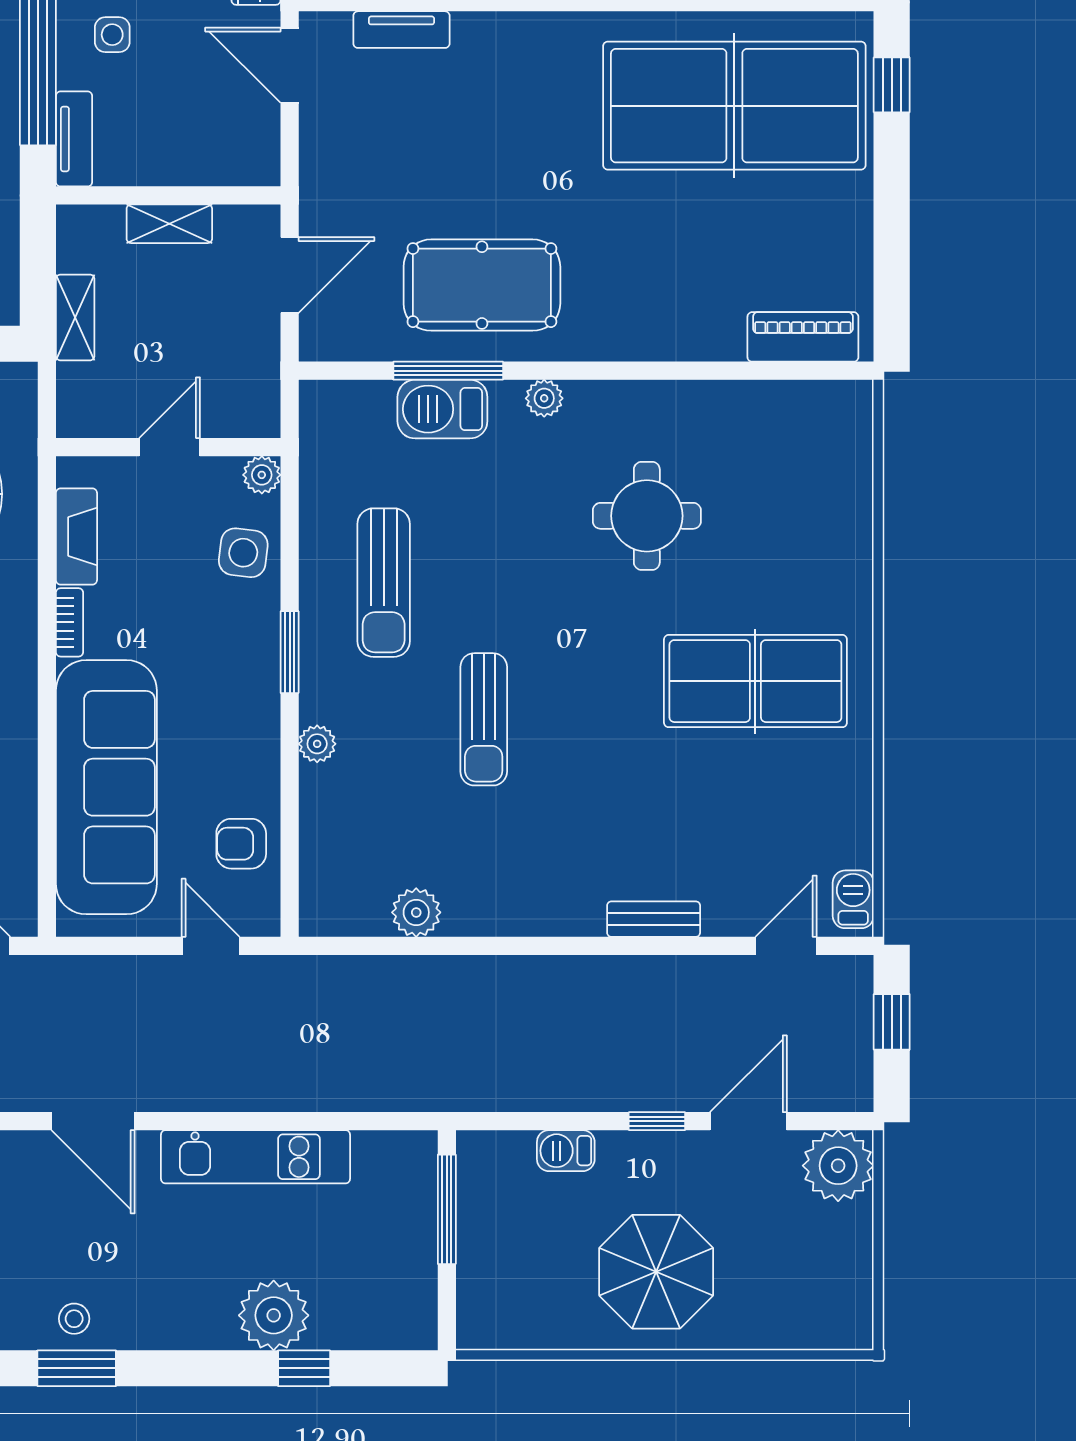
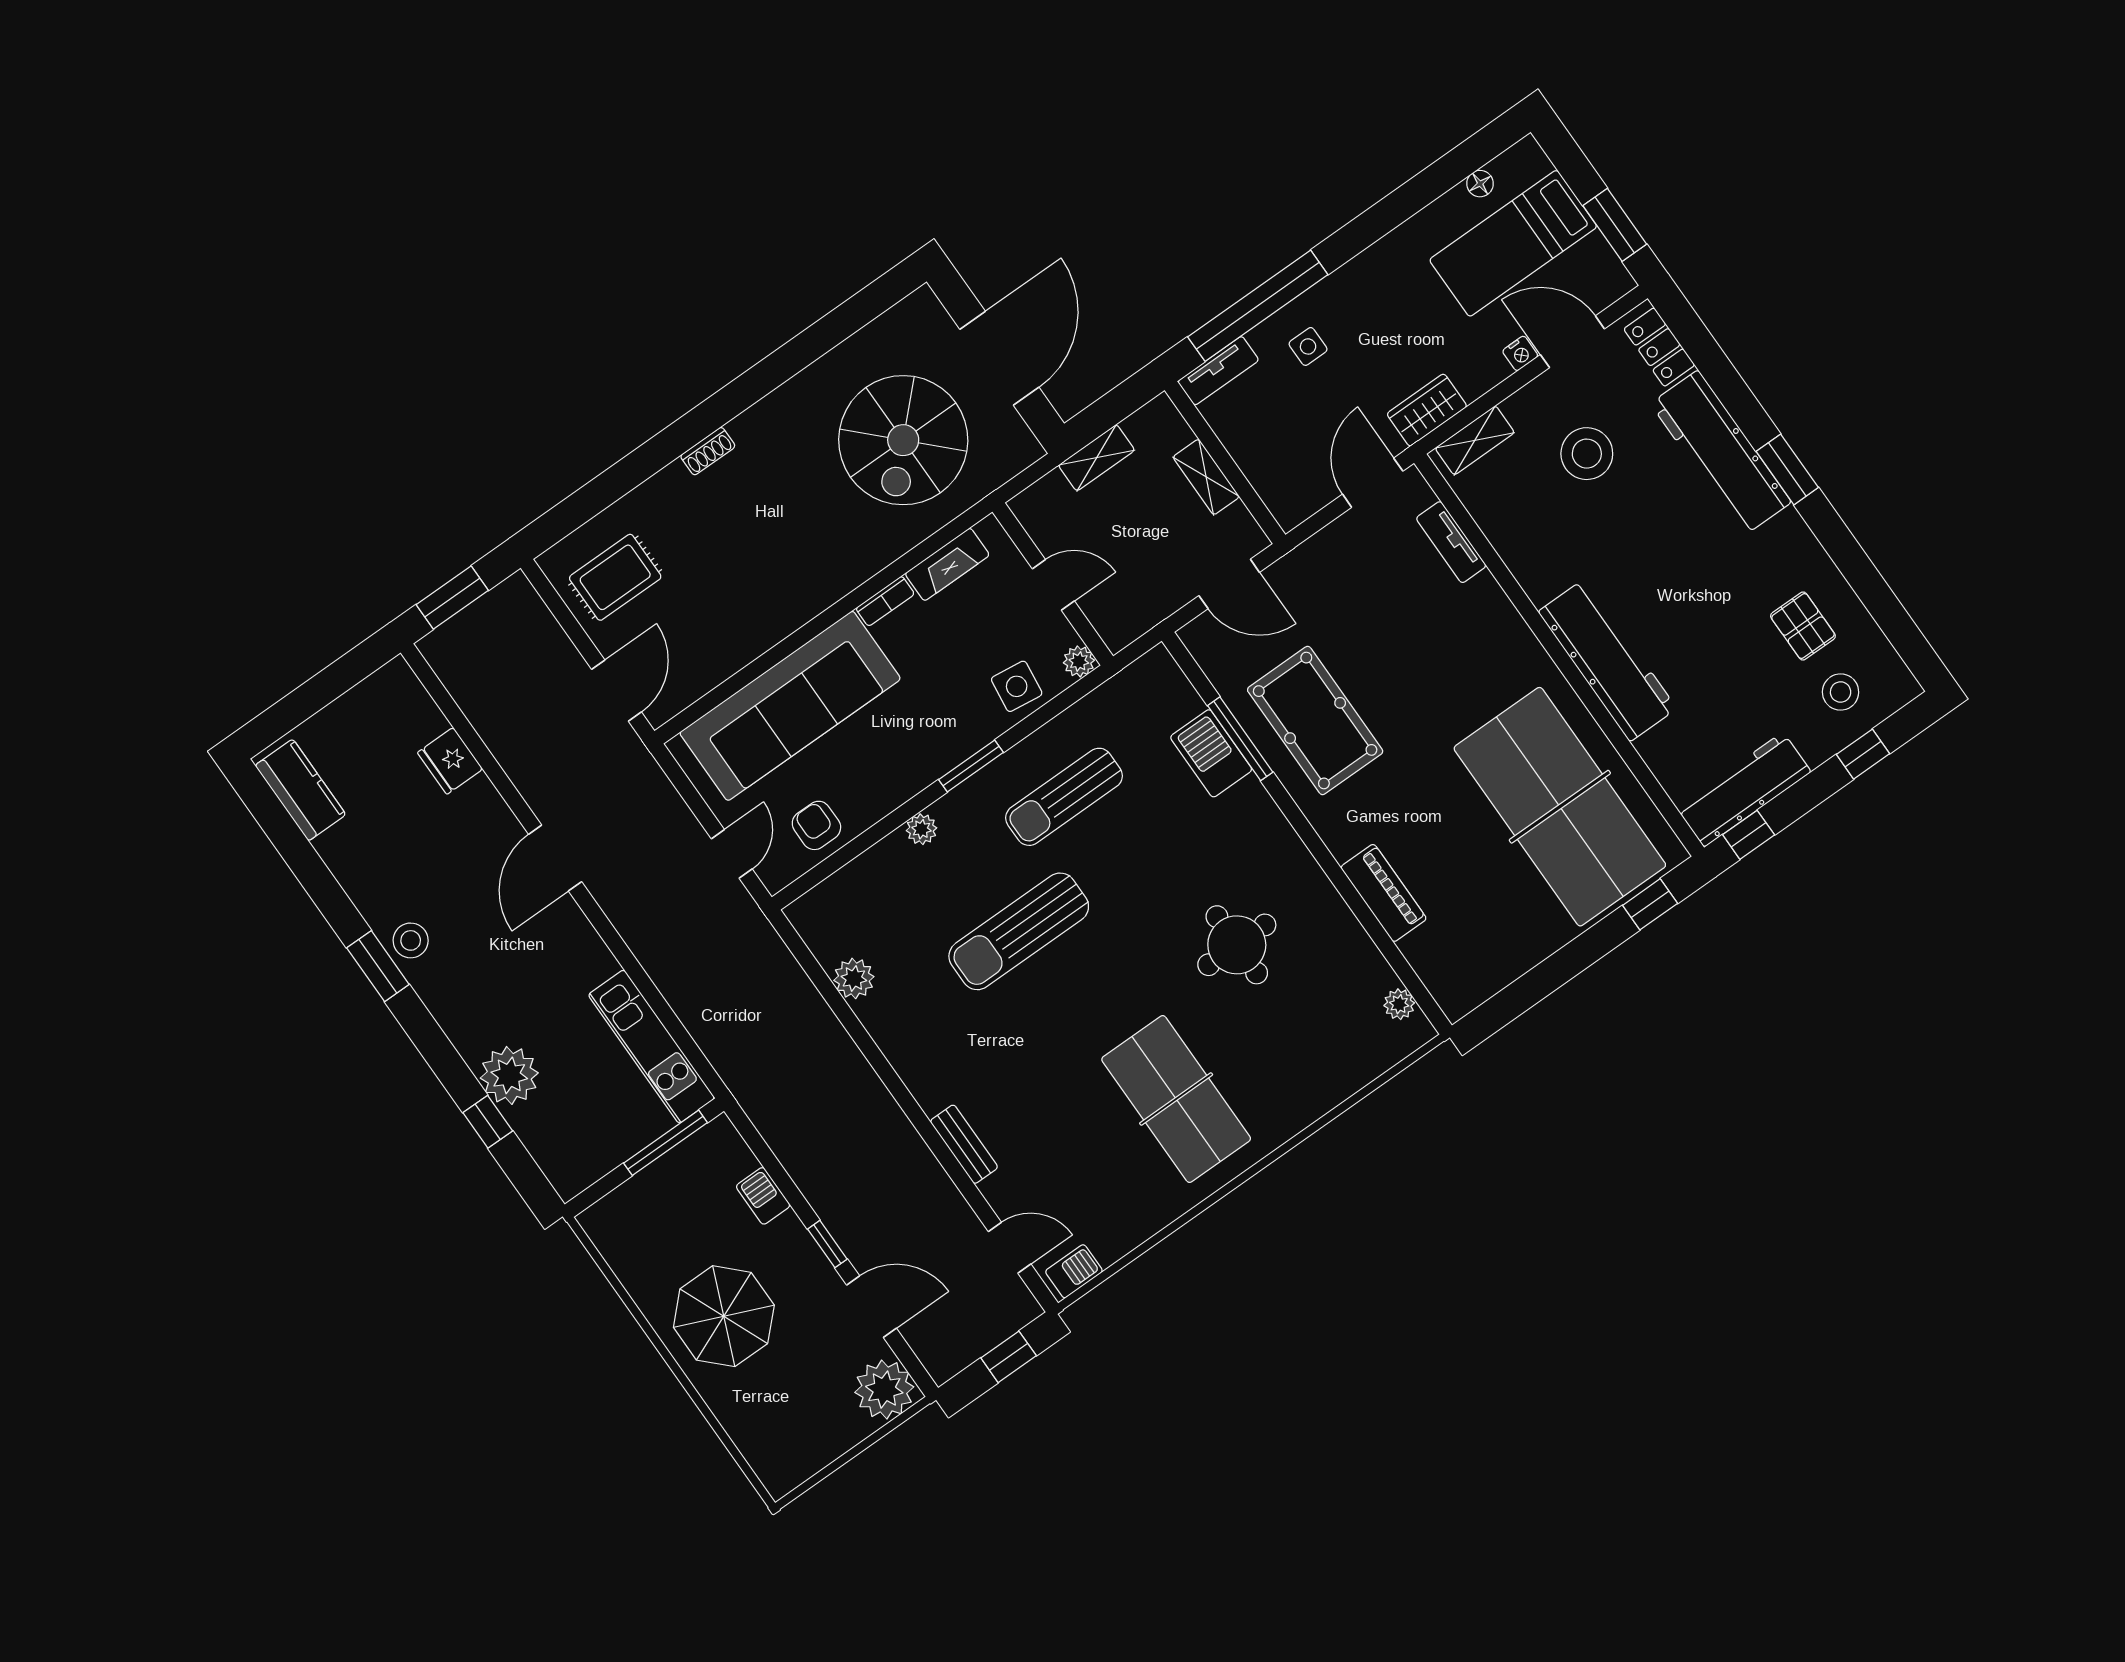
piano: (803, 337) -> (1384, 893), moved
plant: (544, 398) -> (1399, 1004), moved
sun lounger: (484, 719) -> (1019, 931), width x1.36, depth x1.34
kitchen unit: (255, 1157) -> (651, 1047), moved
stool: (74, 1319) -> (411, 940), width x1.37, depth x1.37

